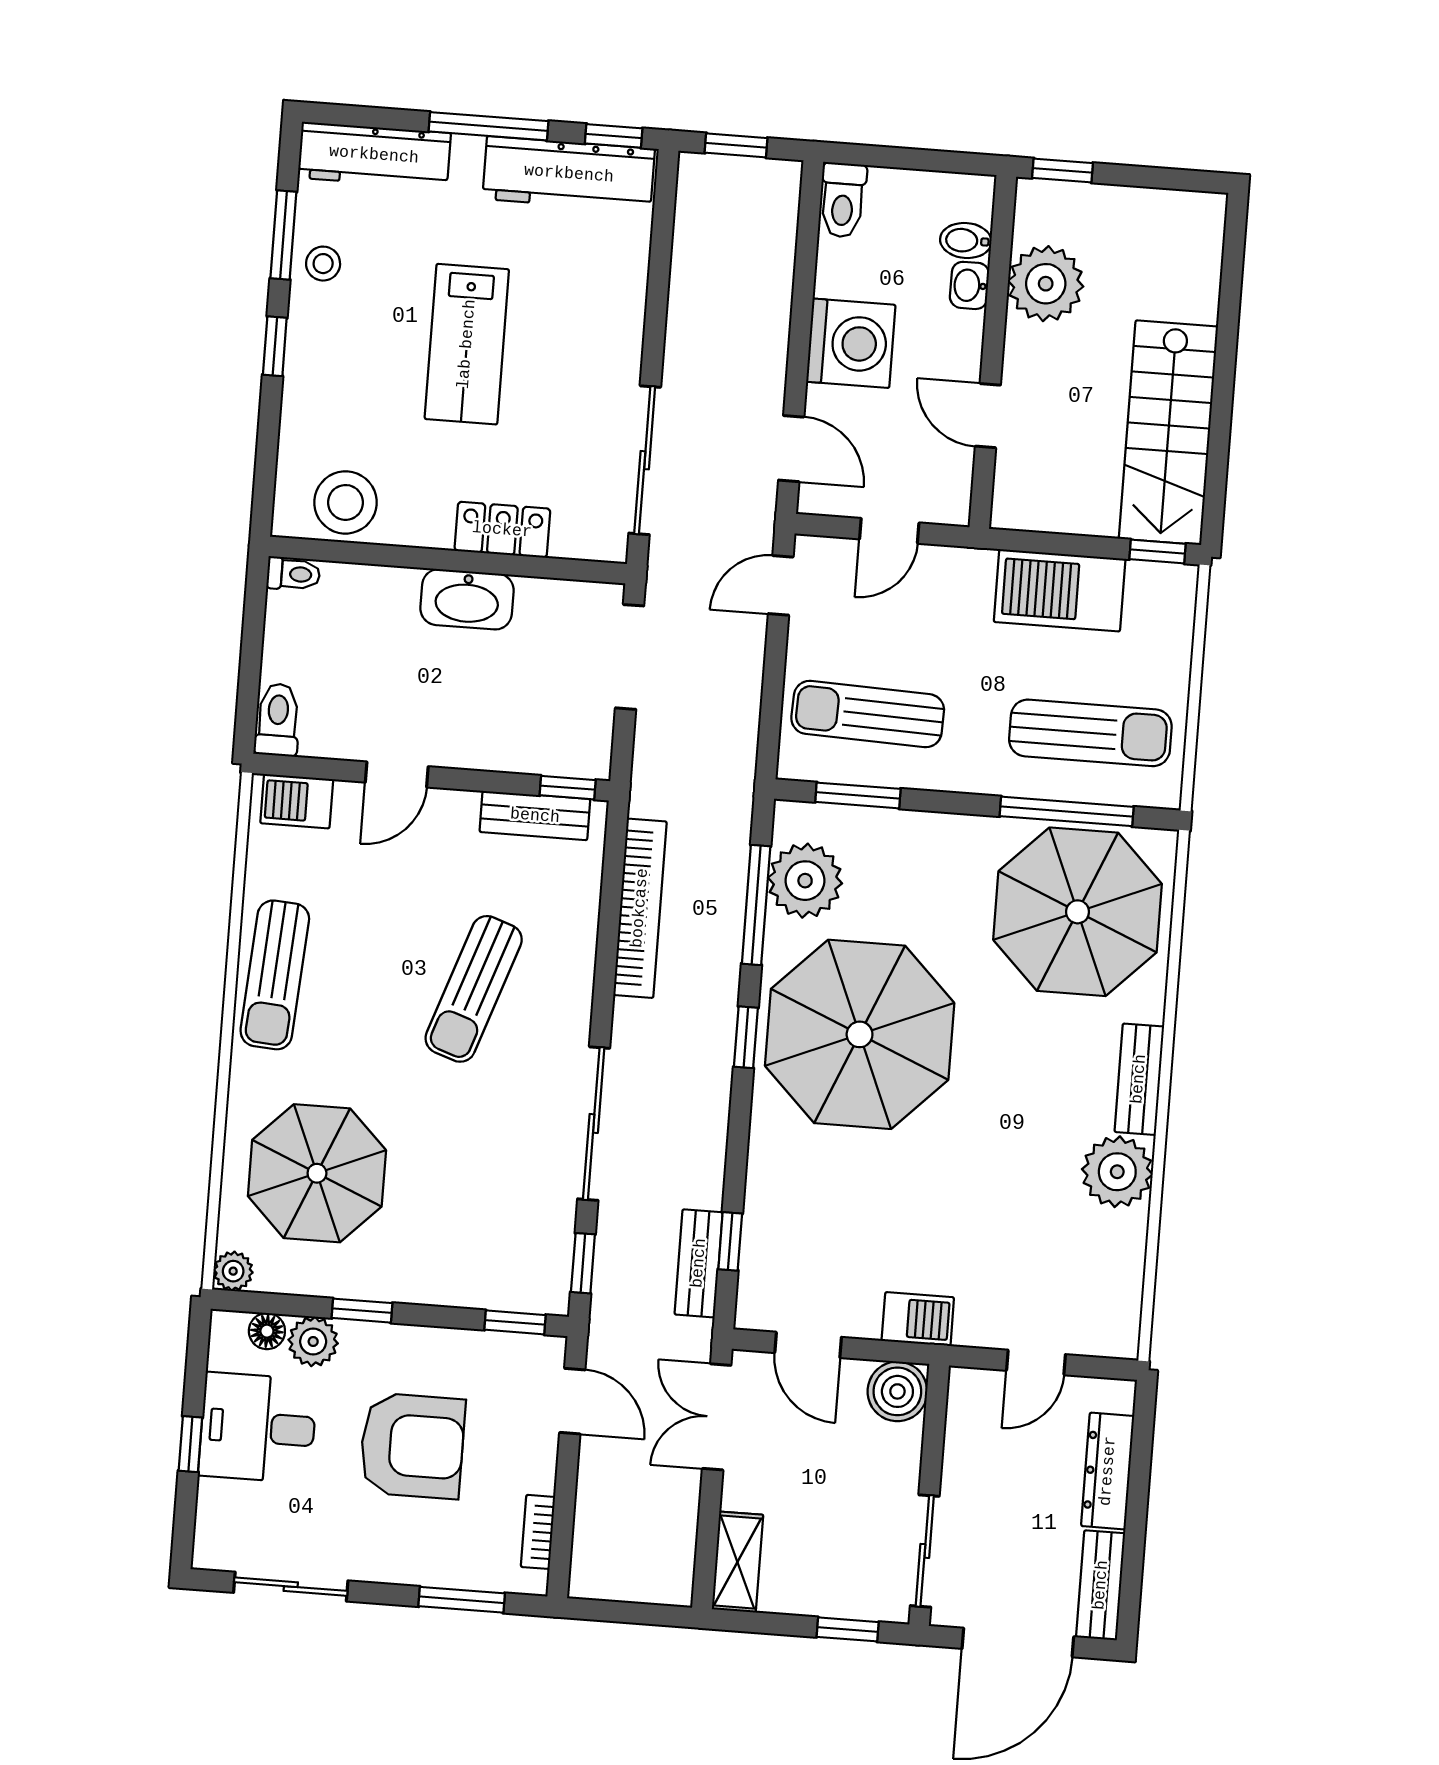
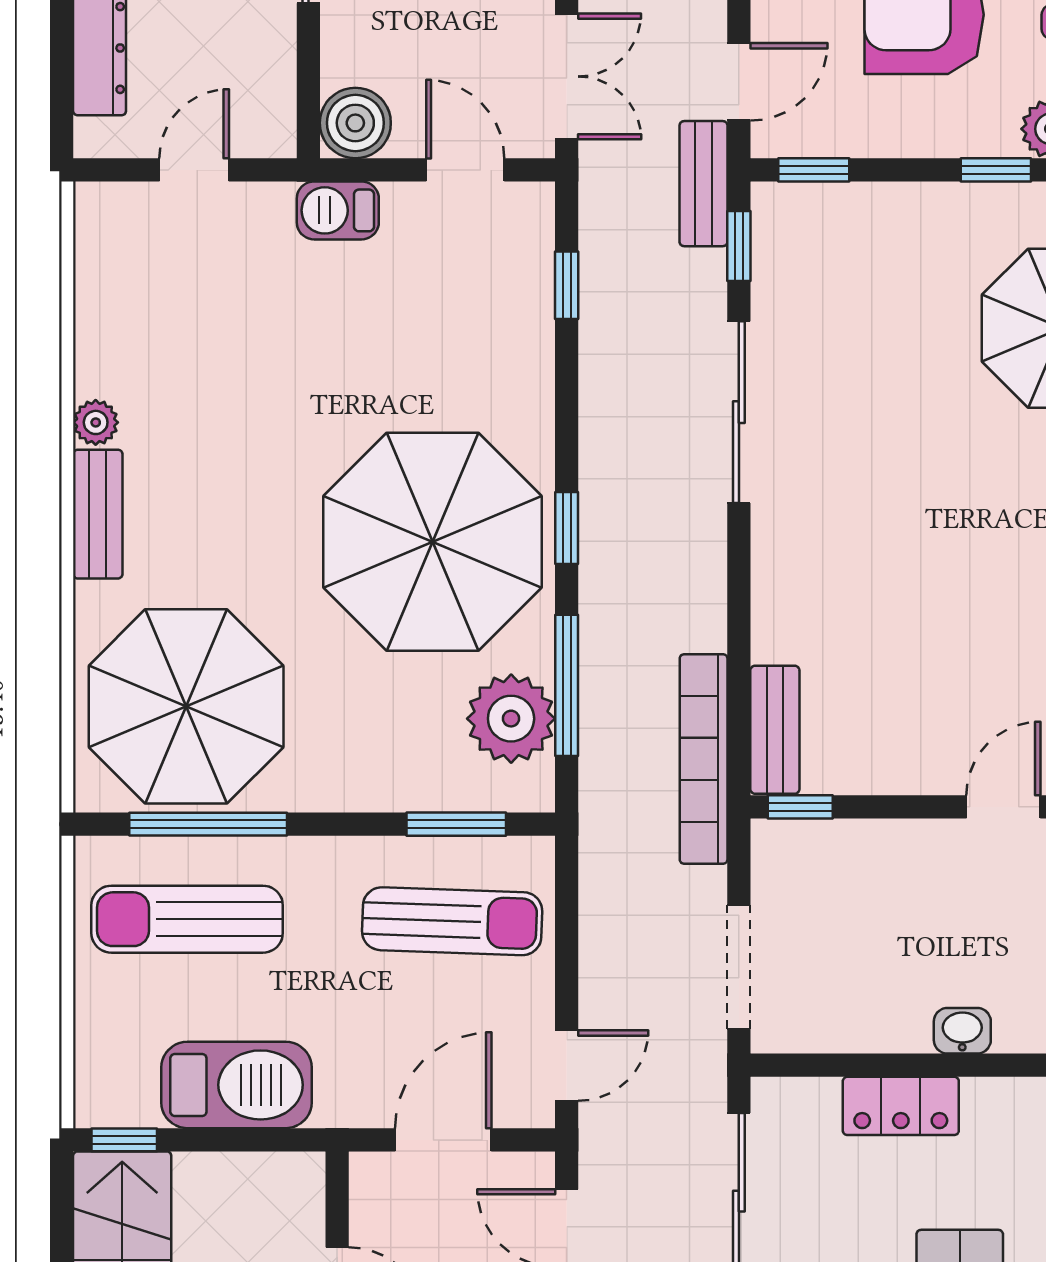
door: (889, 531) -> (443, 1140), width x1.38
washbasin: (467, 599) -> (962, 1031), width x0.52, depth x0.69
bench: (535, 816) -> (775, 730), moved, turned 90
bookcase: (640, 908) -> (704, 759), moved
sun lounger: (474, 989) -> (893, 560), removed
plant: (1117, 1172) -> (96, 422), width x0.53, depth x0.53
bench: (699, 1263) -> (703, 184), moved
door: (572, 1401) -> (739, 82), swing flipped

